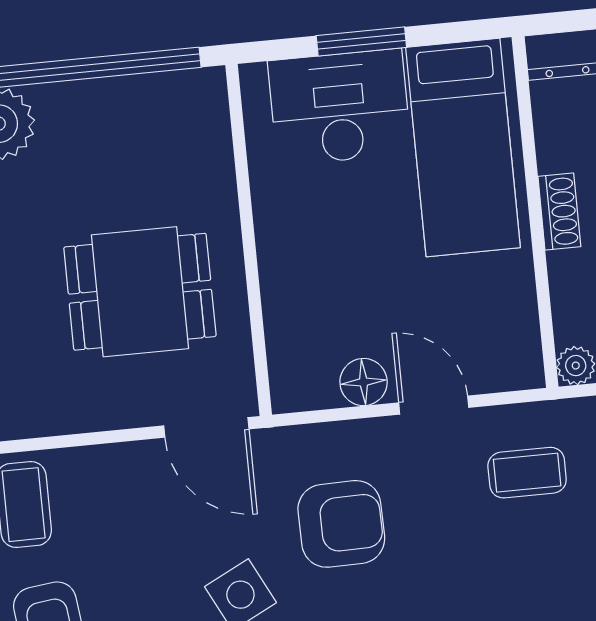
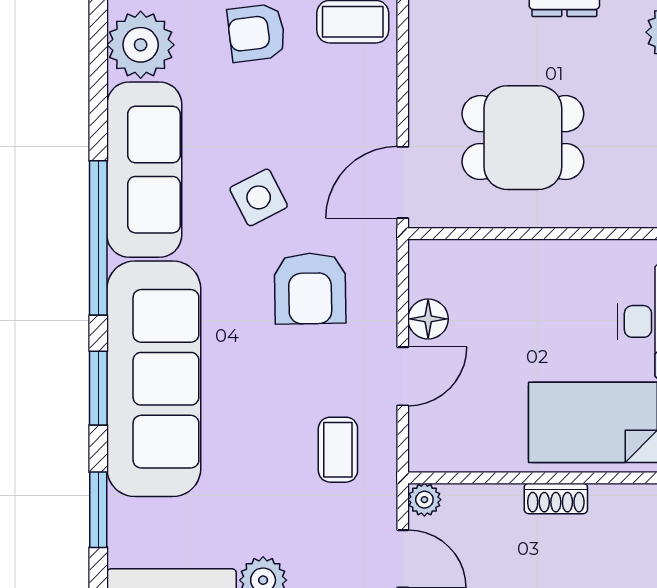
dining table: (140, 292) -> (523, 138), turned 90

